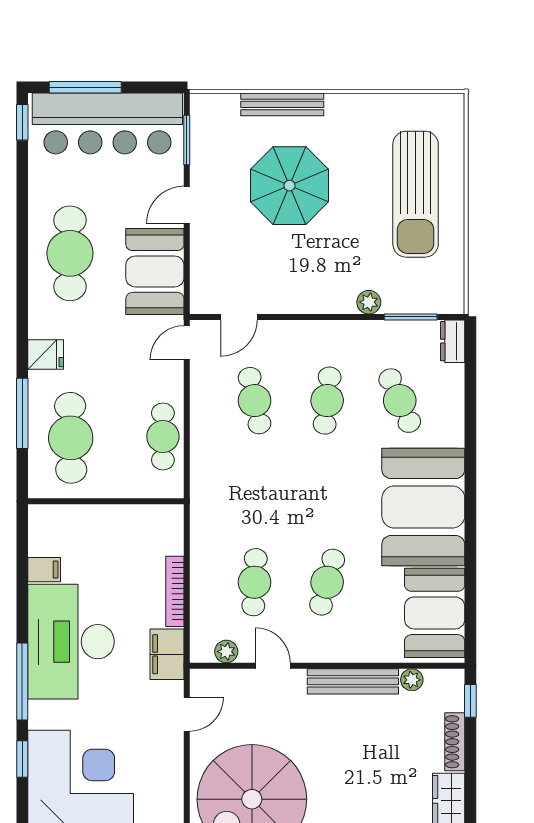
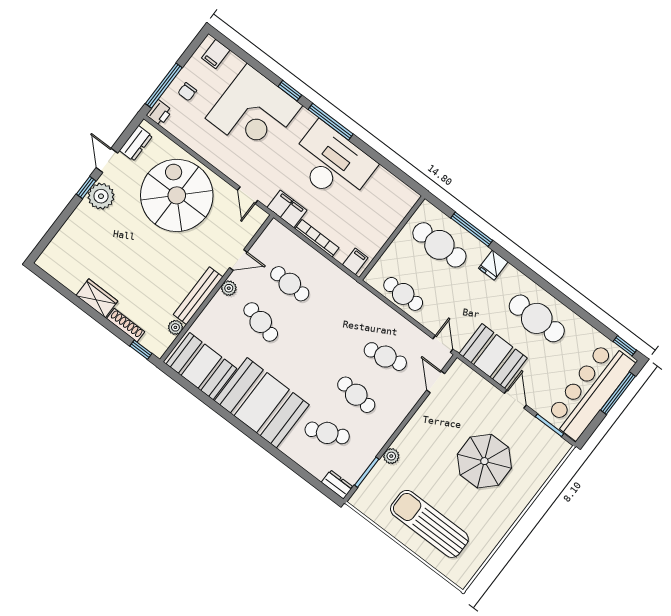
bench: (282, 104) -> (530, 490), removed
filing cabinet: (44, 570) -> (355, 261), moved, turned 180
plant: (226, 652) -> (229, 288), moved

